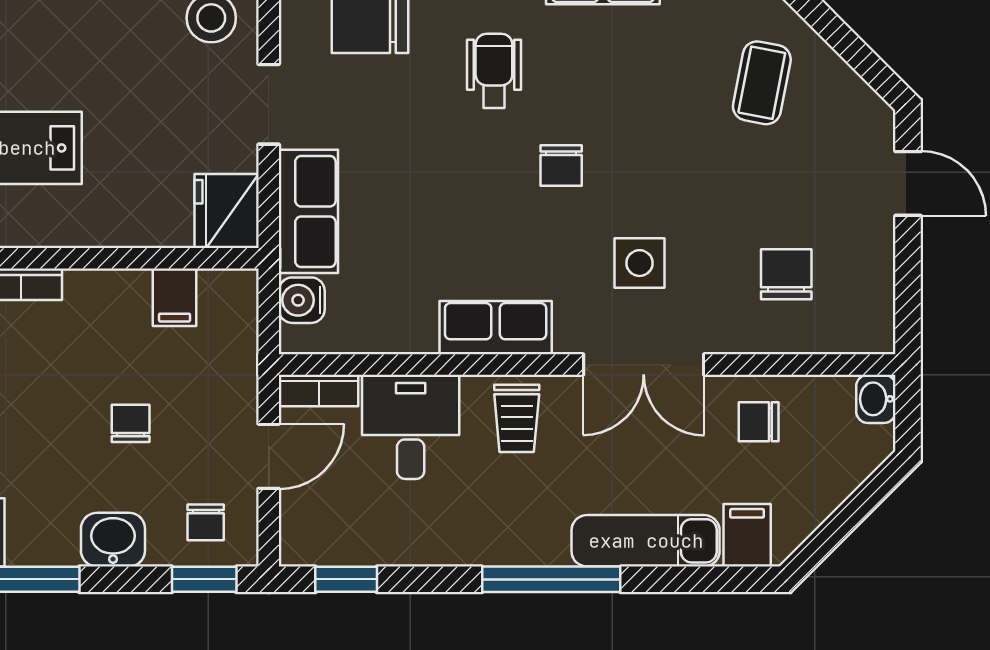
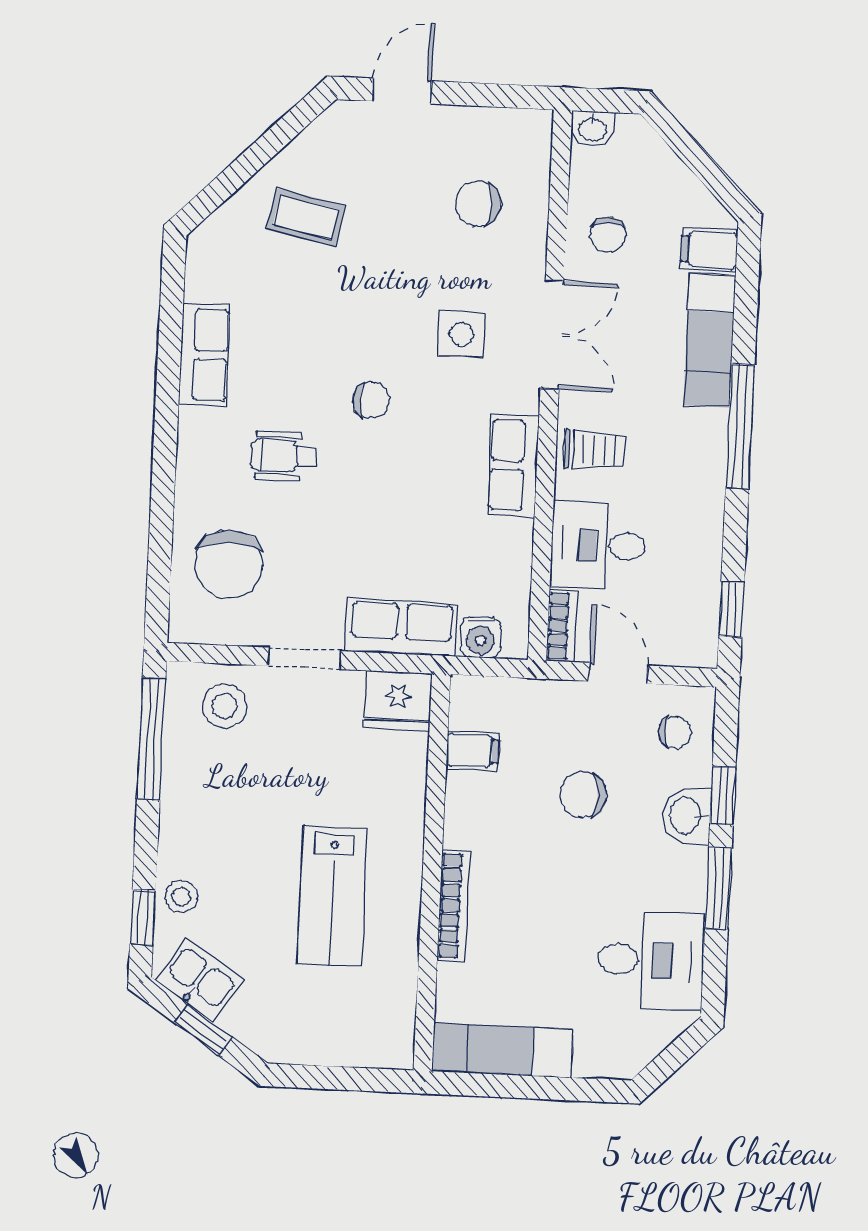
chair: (131, 423) -> (583, 795), width x1.37, depth x1.37
window: (204, 579) -> (723, 796), moved

